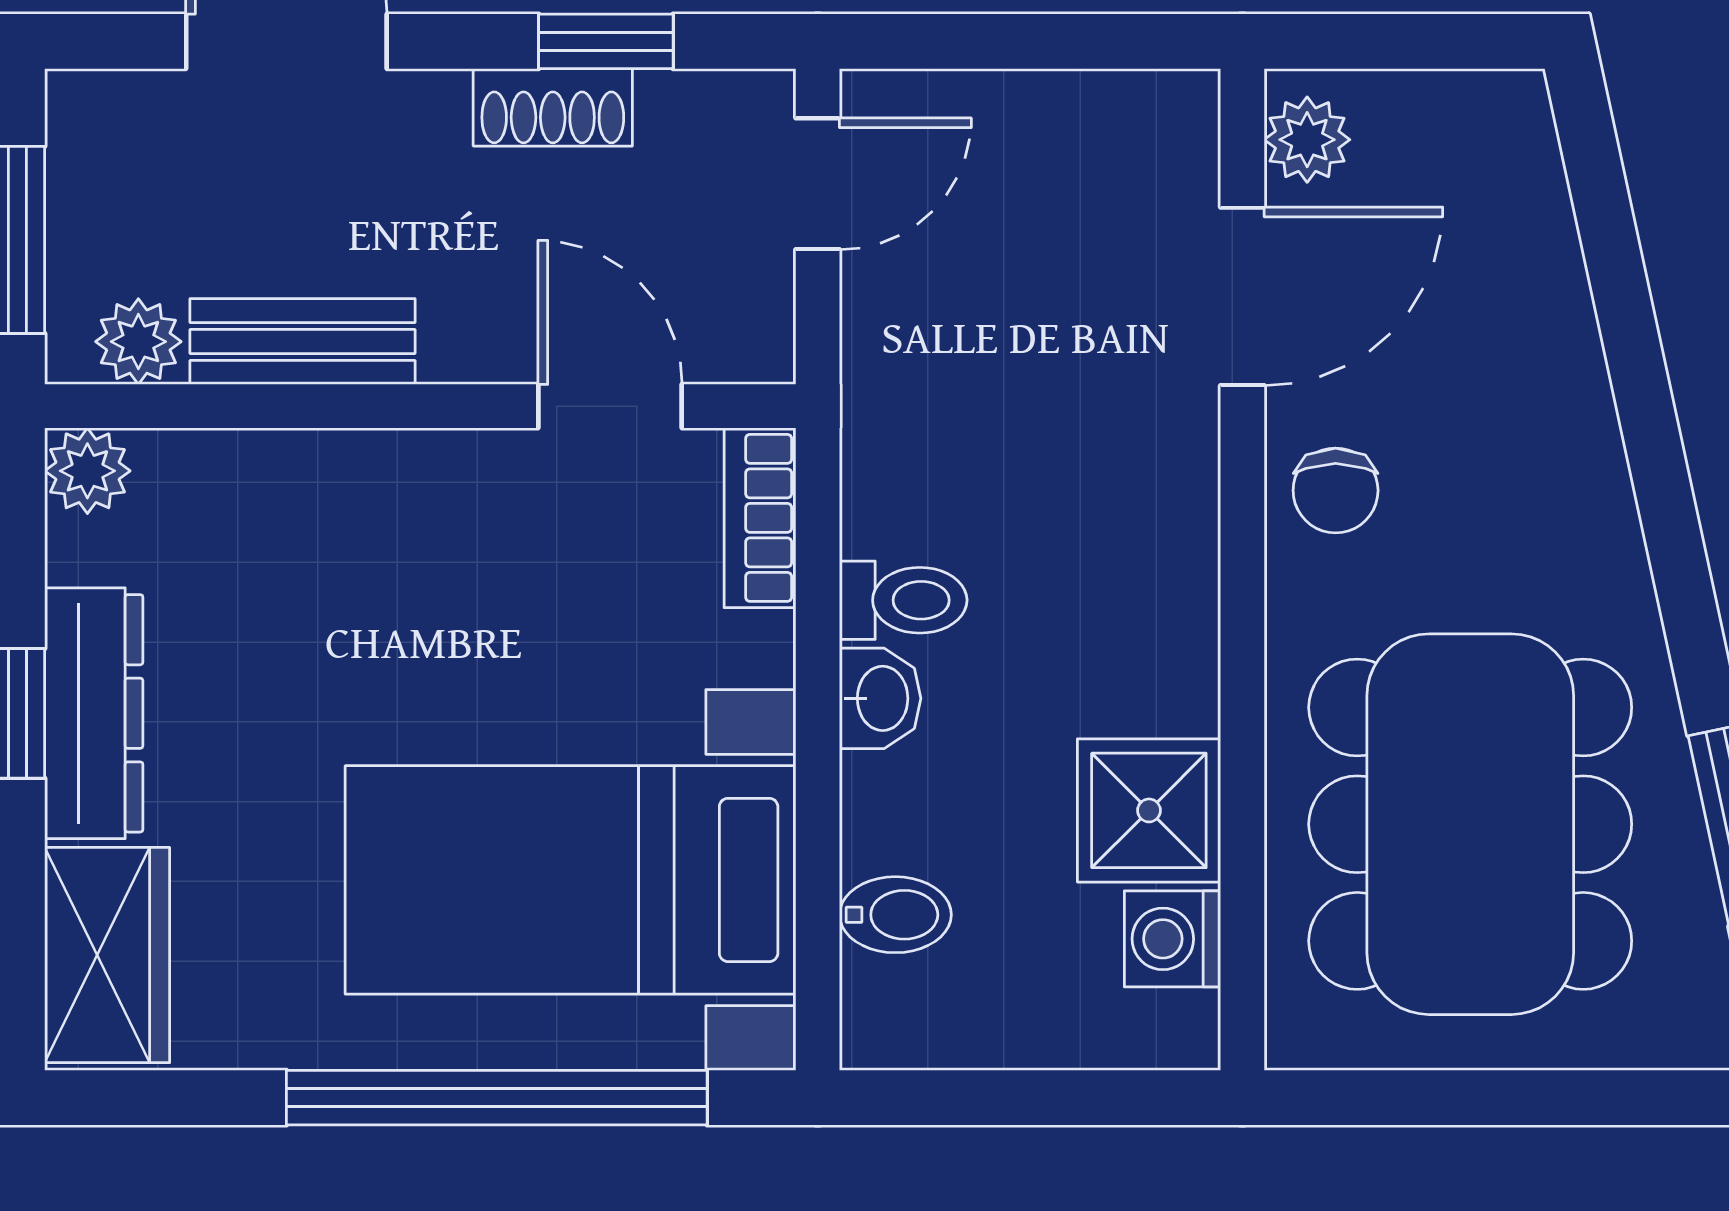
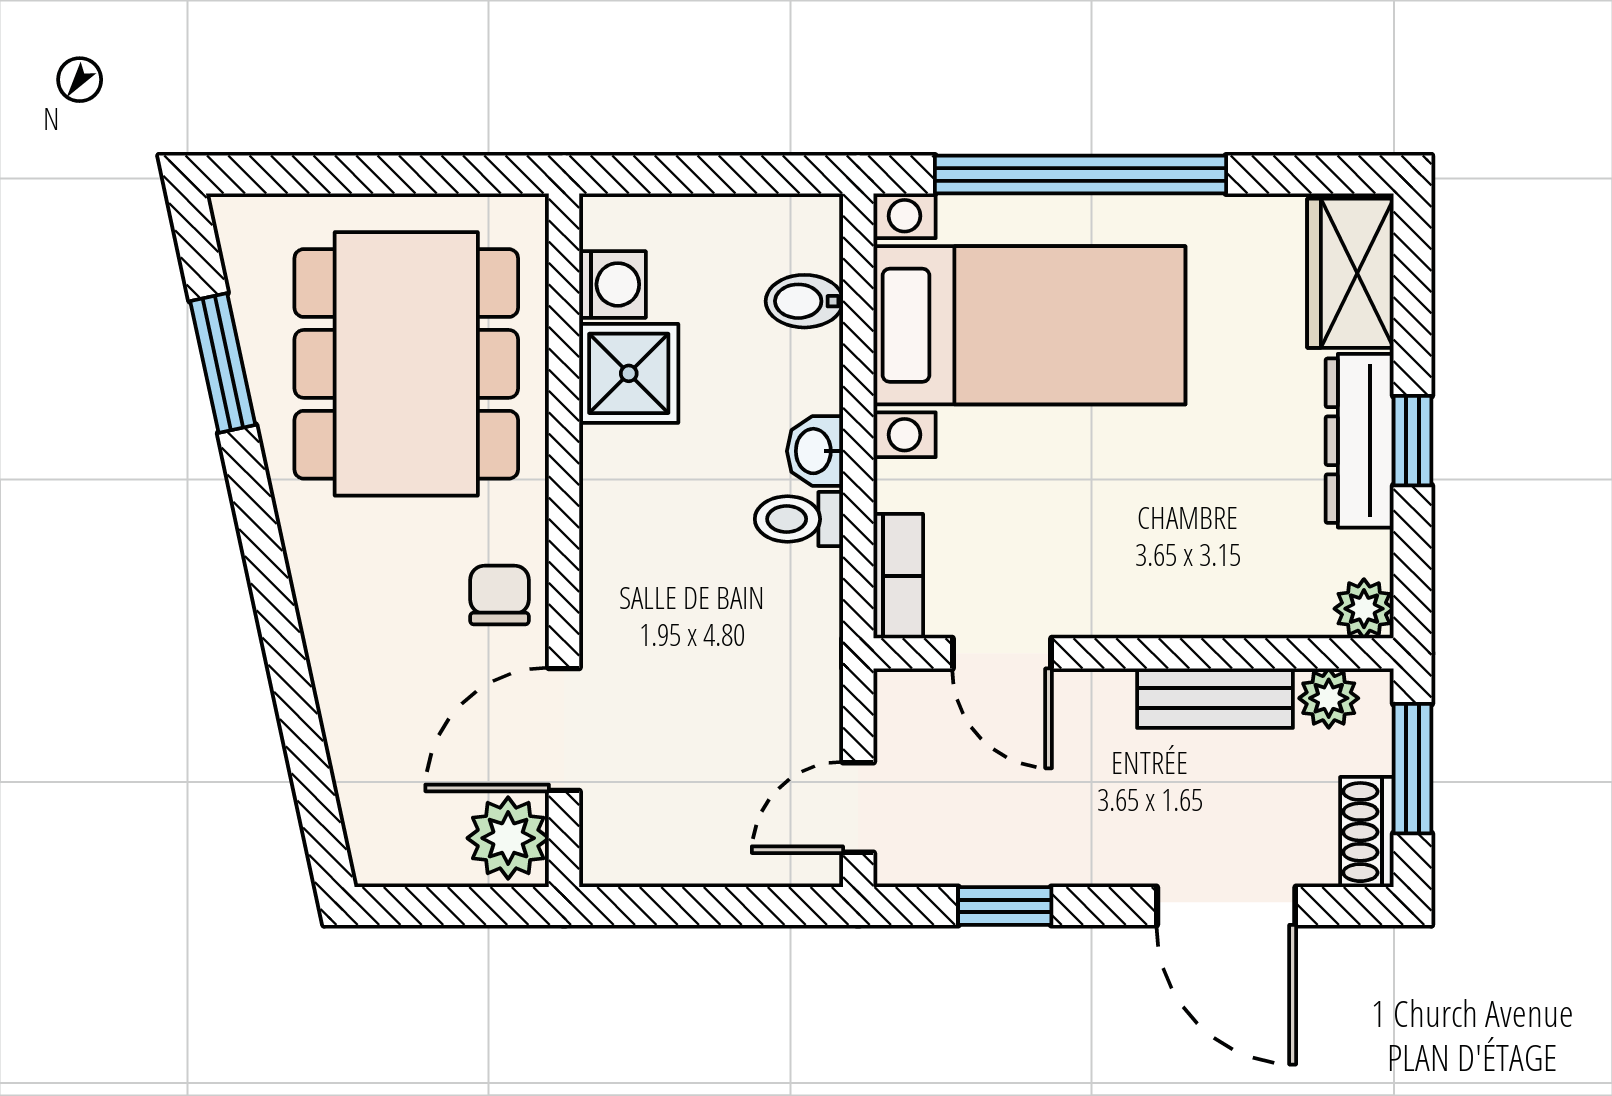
shoe rack: (553, 107) -> (1367, 832), moved, turned -90
plant: (1307, 140) -> (508, 838), width x1.38, depth x1.38

